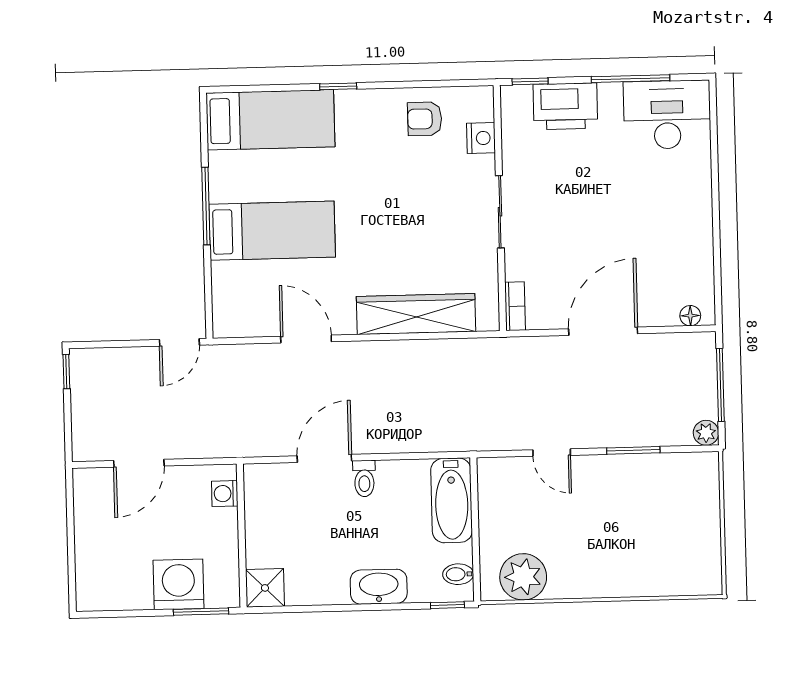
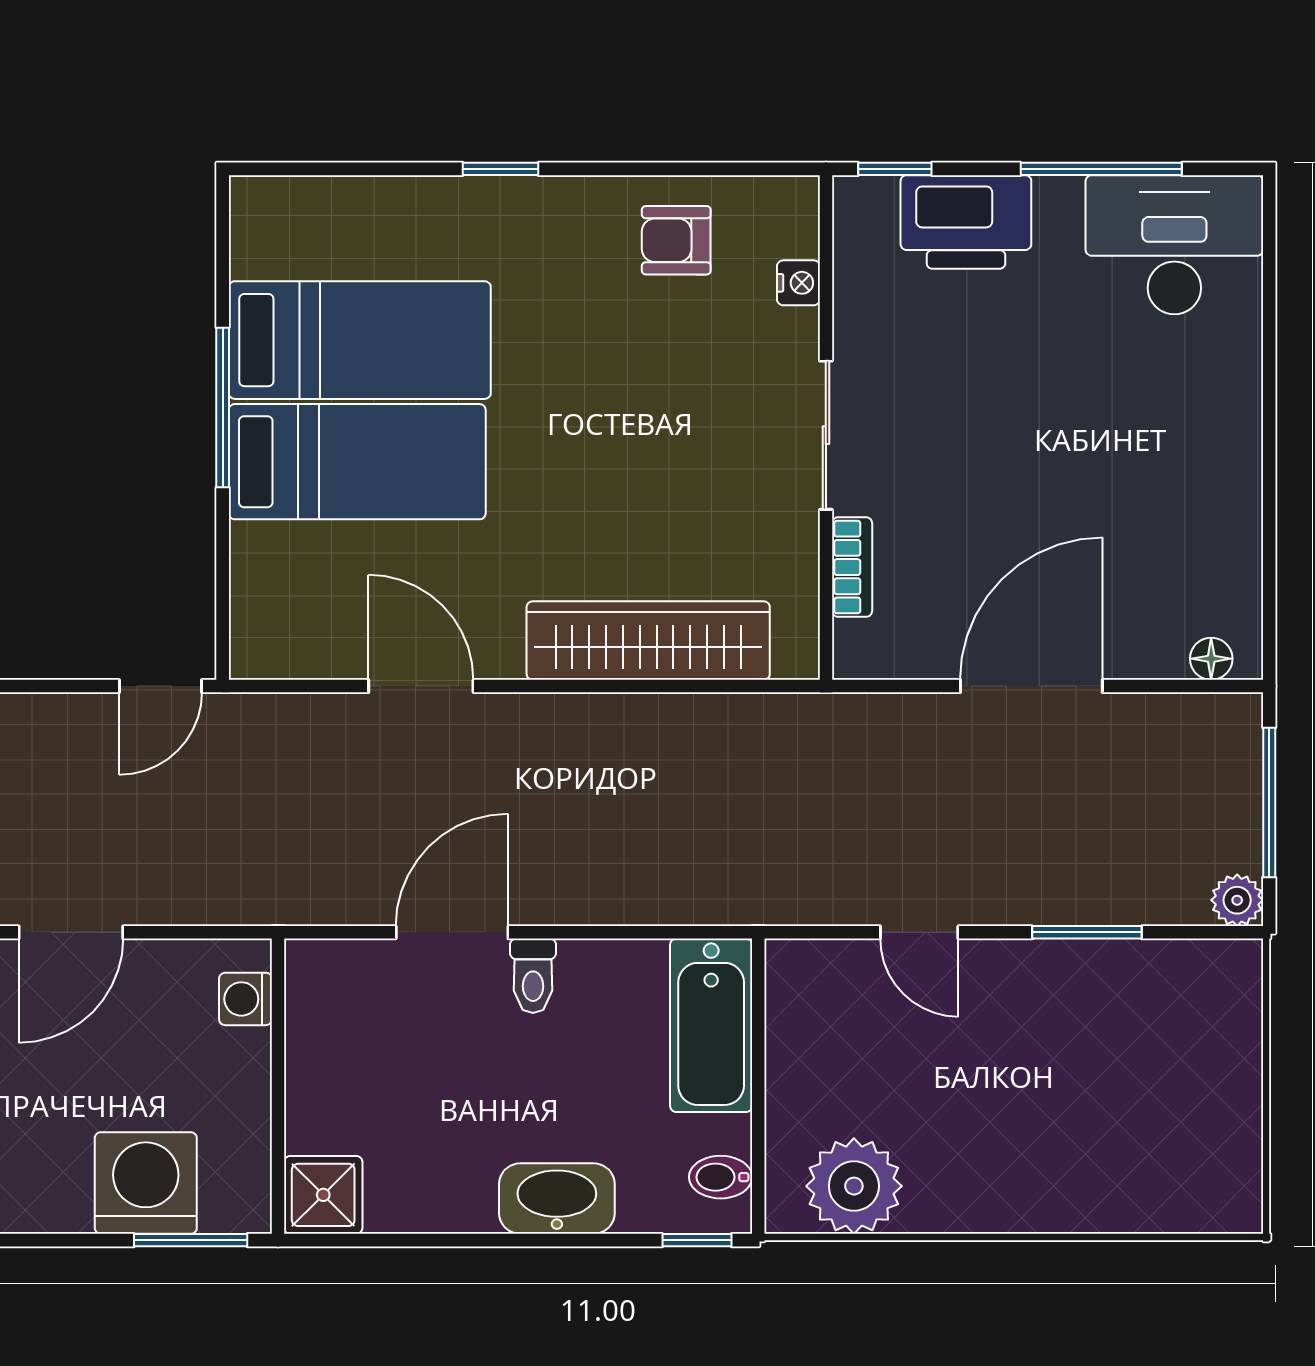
bed: (270, 120) -> (360, 340), moved
nightstand: (481, 138) -> (798, 283), width x0.72, depth x0.74
bookcase: (515, 306) -> (852, 567), moved

